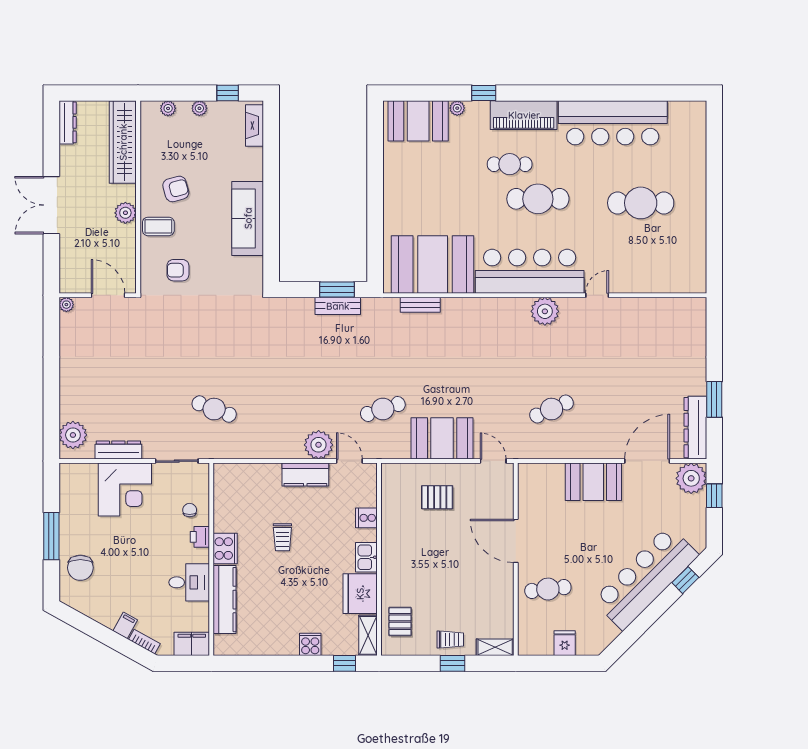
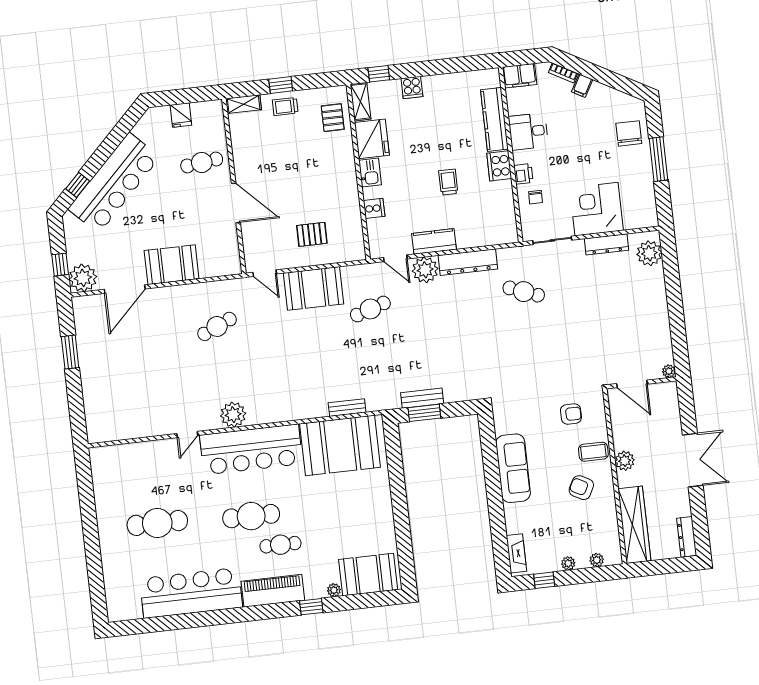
armchair: (176, 189) -> (581, 488), turned 43
dresser: (695, 428) -> (468, 262), moved, turned 90

